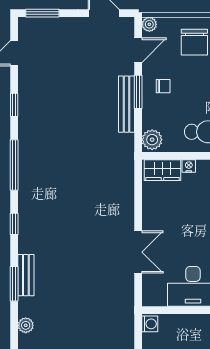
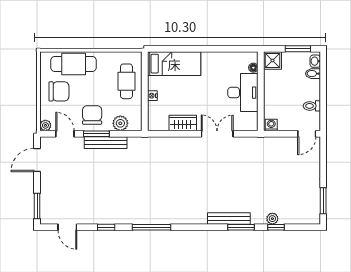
chair: (163, 86) -> (92, 115), width x1.87, depth x1.87
plant: (152, 140) -> (120, 123), moved
wardrobe: (163, 170) -> (183, 123), moved, turned -90
window: (14, 224) -> (276, 227), moved
bench: (26, 275) -> (229, 218), width x1.36

